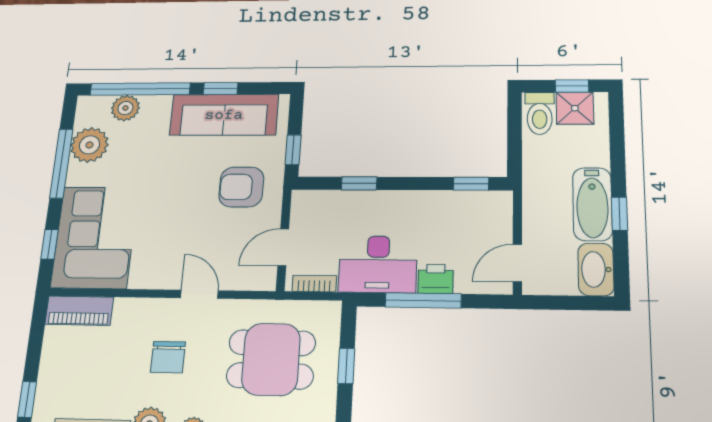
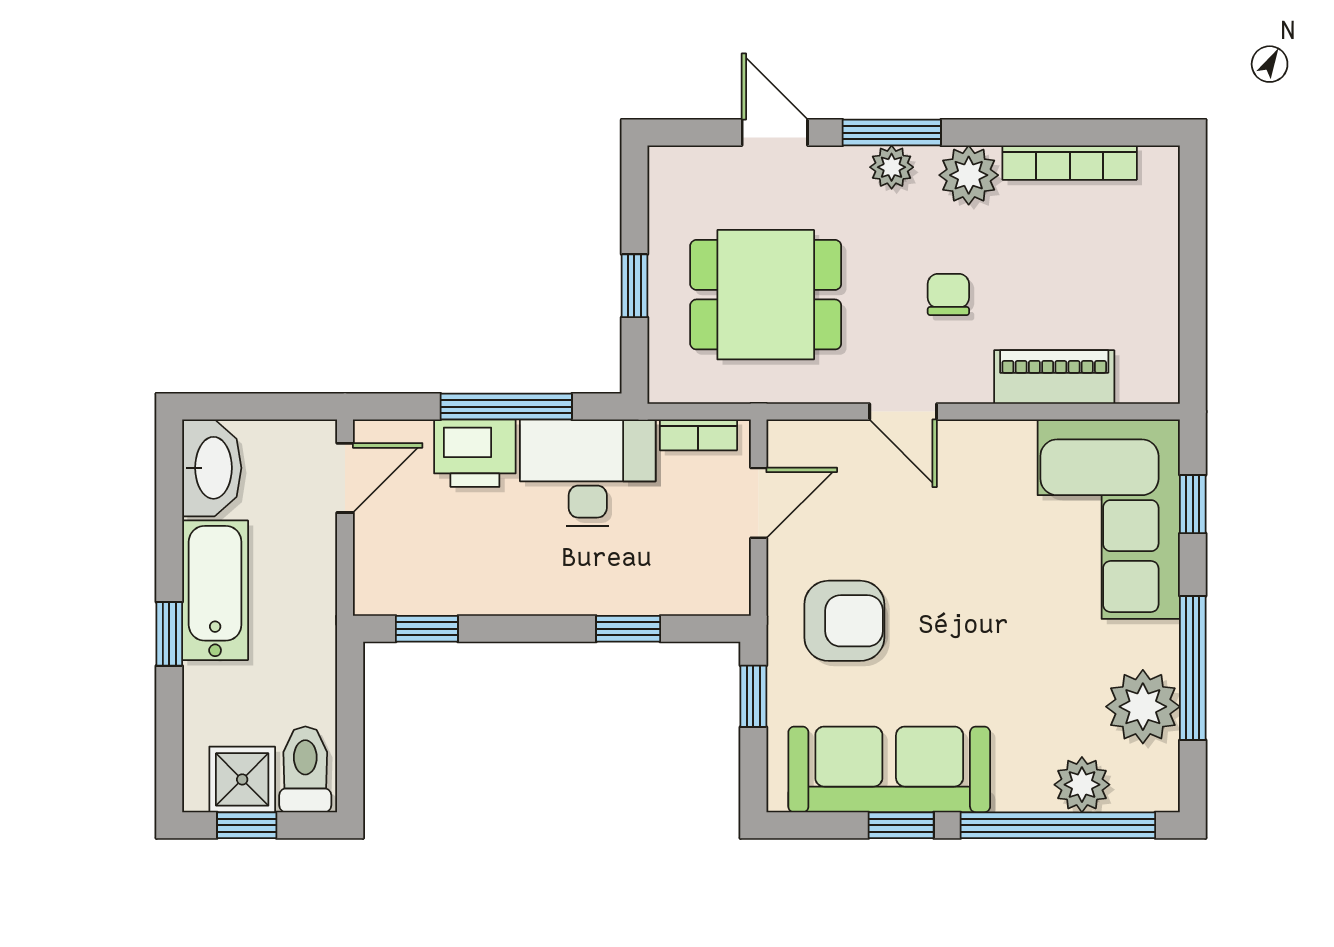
window: (619, 214) -> (169, 634), moved
printer: (436, 279) -> (475, 453), width x1.36, depth x1.24
piano: (79, 311) -> (1054, 377), moved
chair: (168, 357) -> (948, 295), width x0.73, depth x0.73
window: (27, 399) -> (1193, 212), removed

